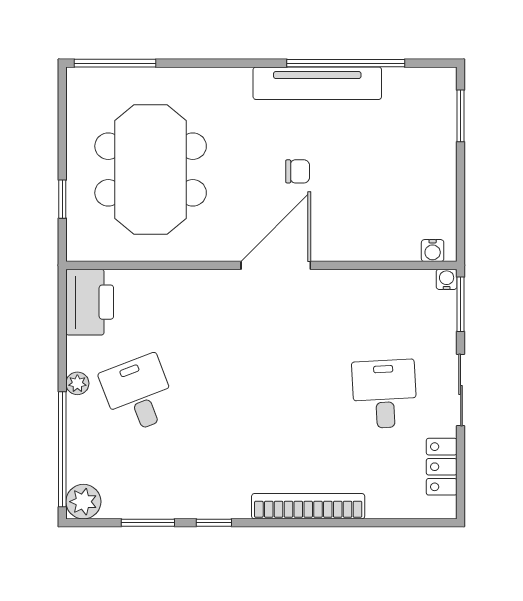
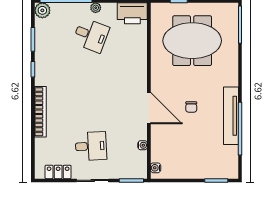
door: (276, 265) -> (149, 108), moved
water cooler: (447, 279) -> (143, 145), moved
desk: (138, 394) -> (91, 35), turned 42

